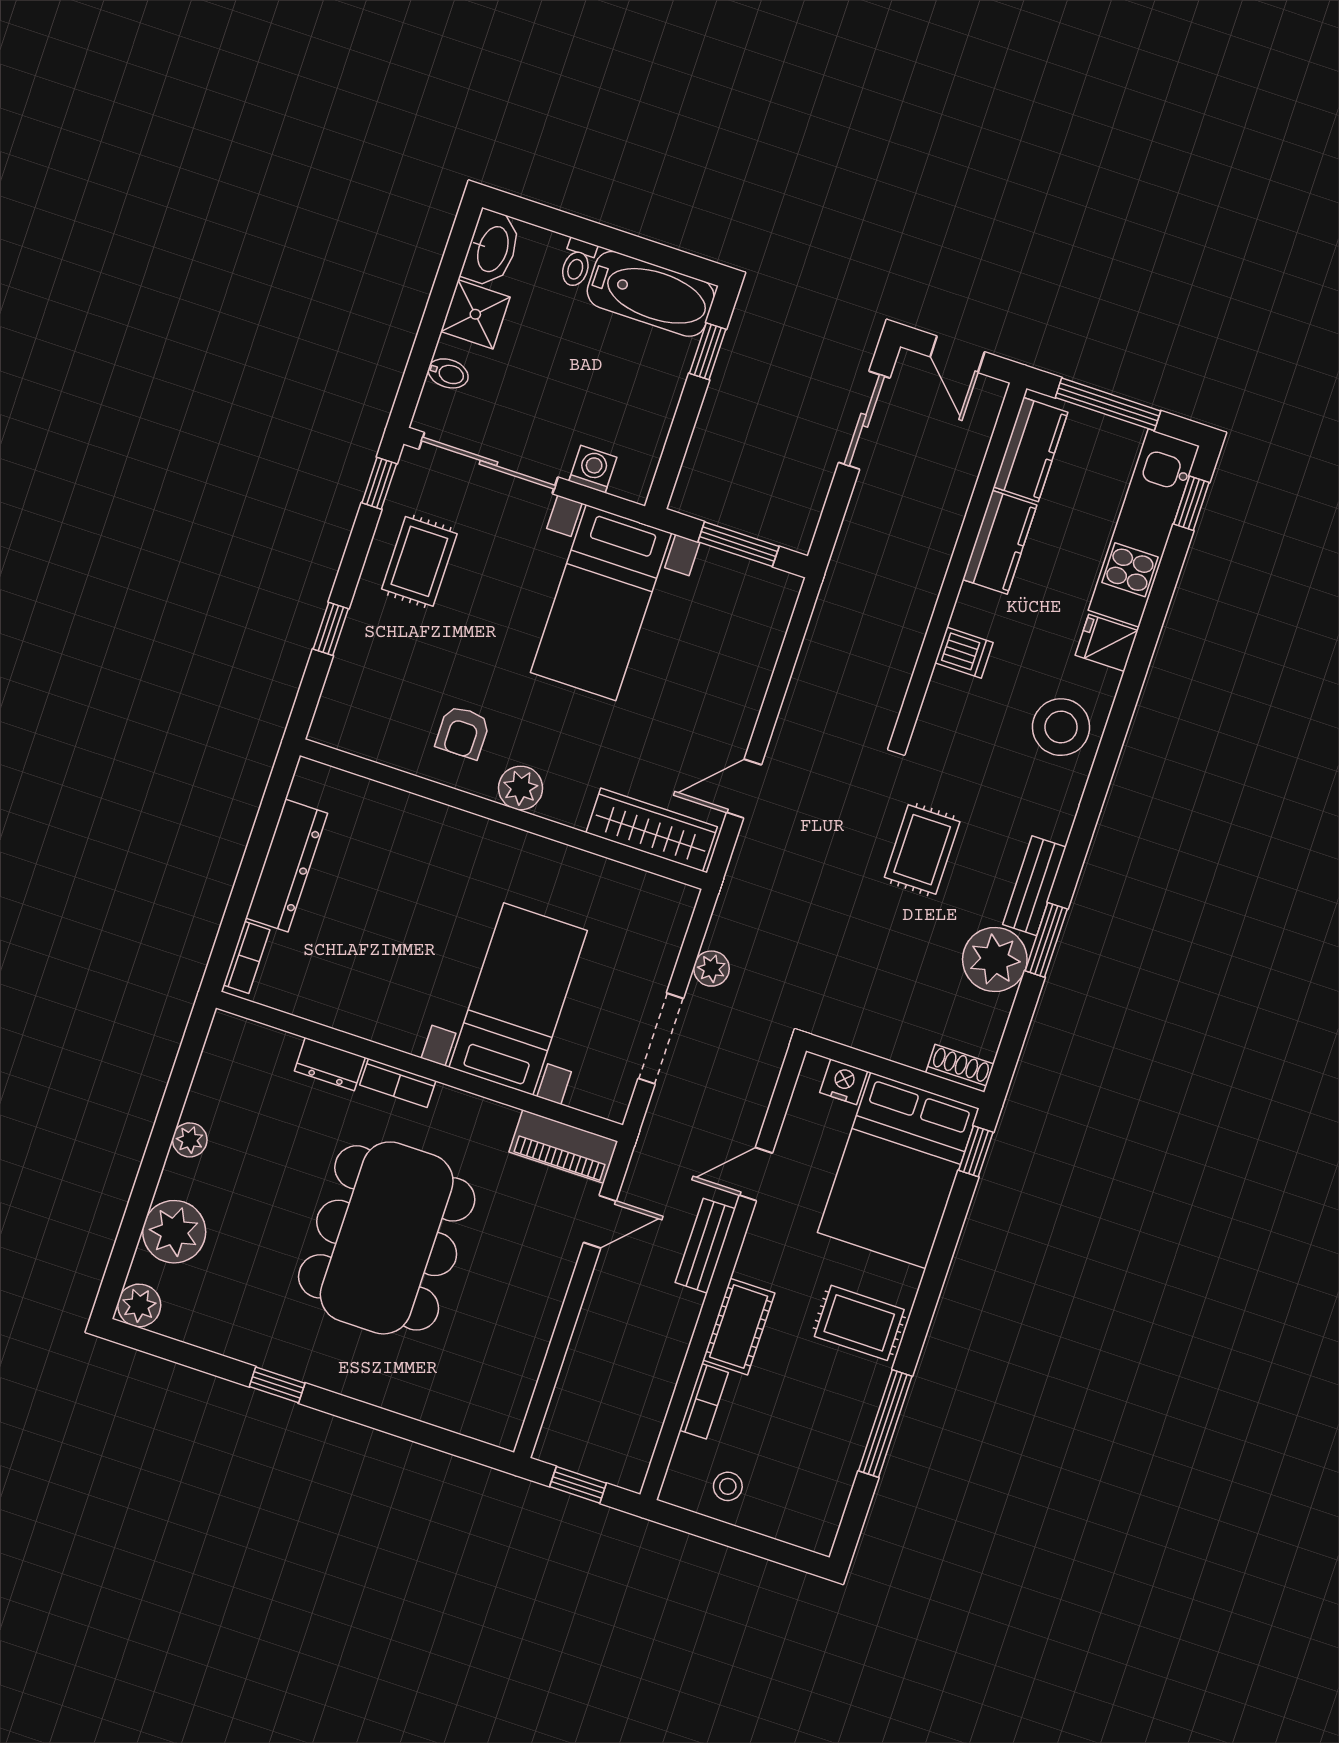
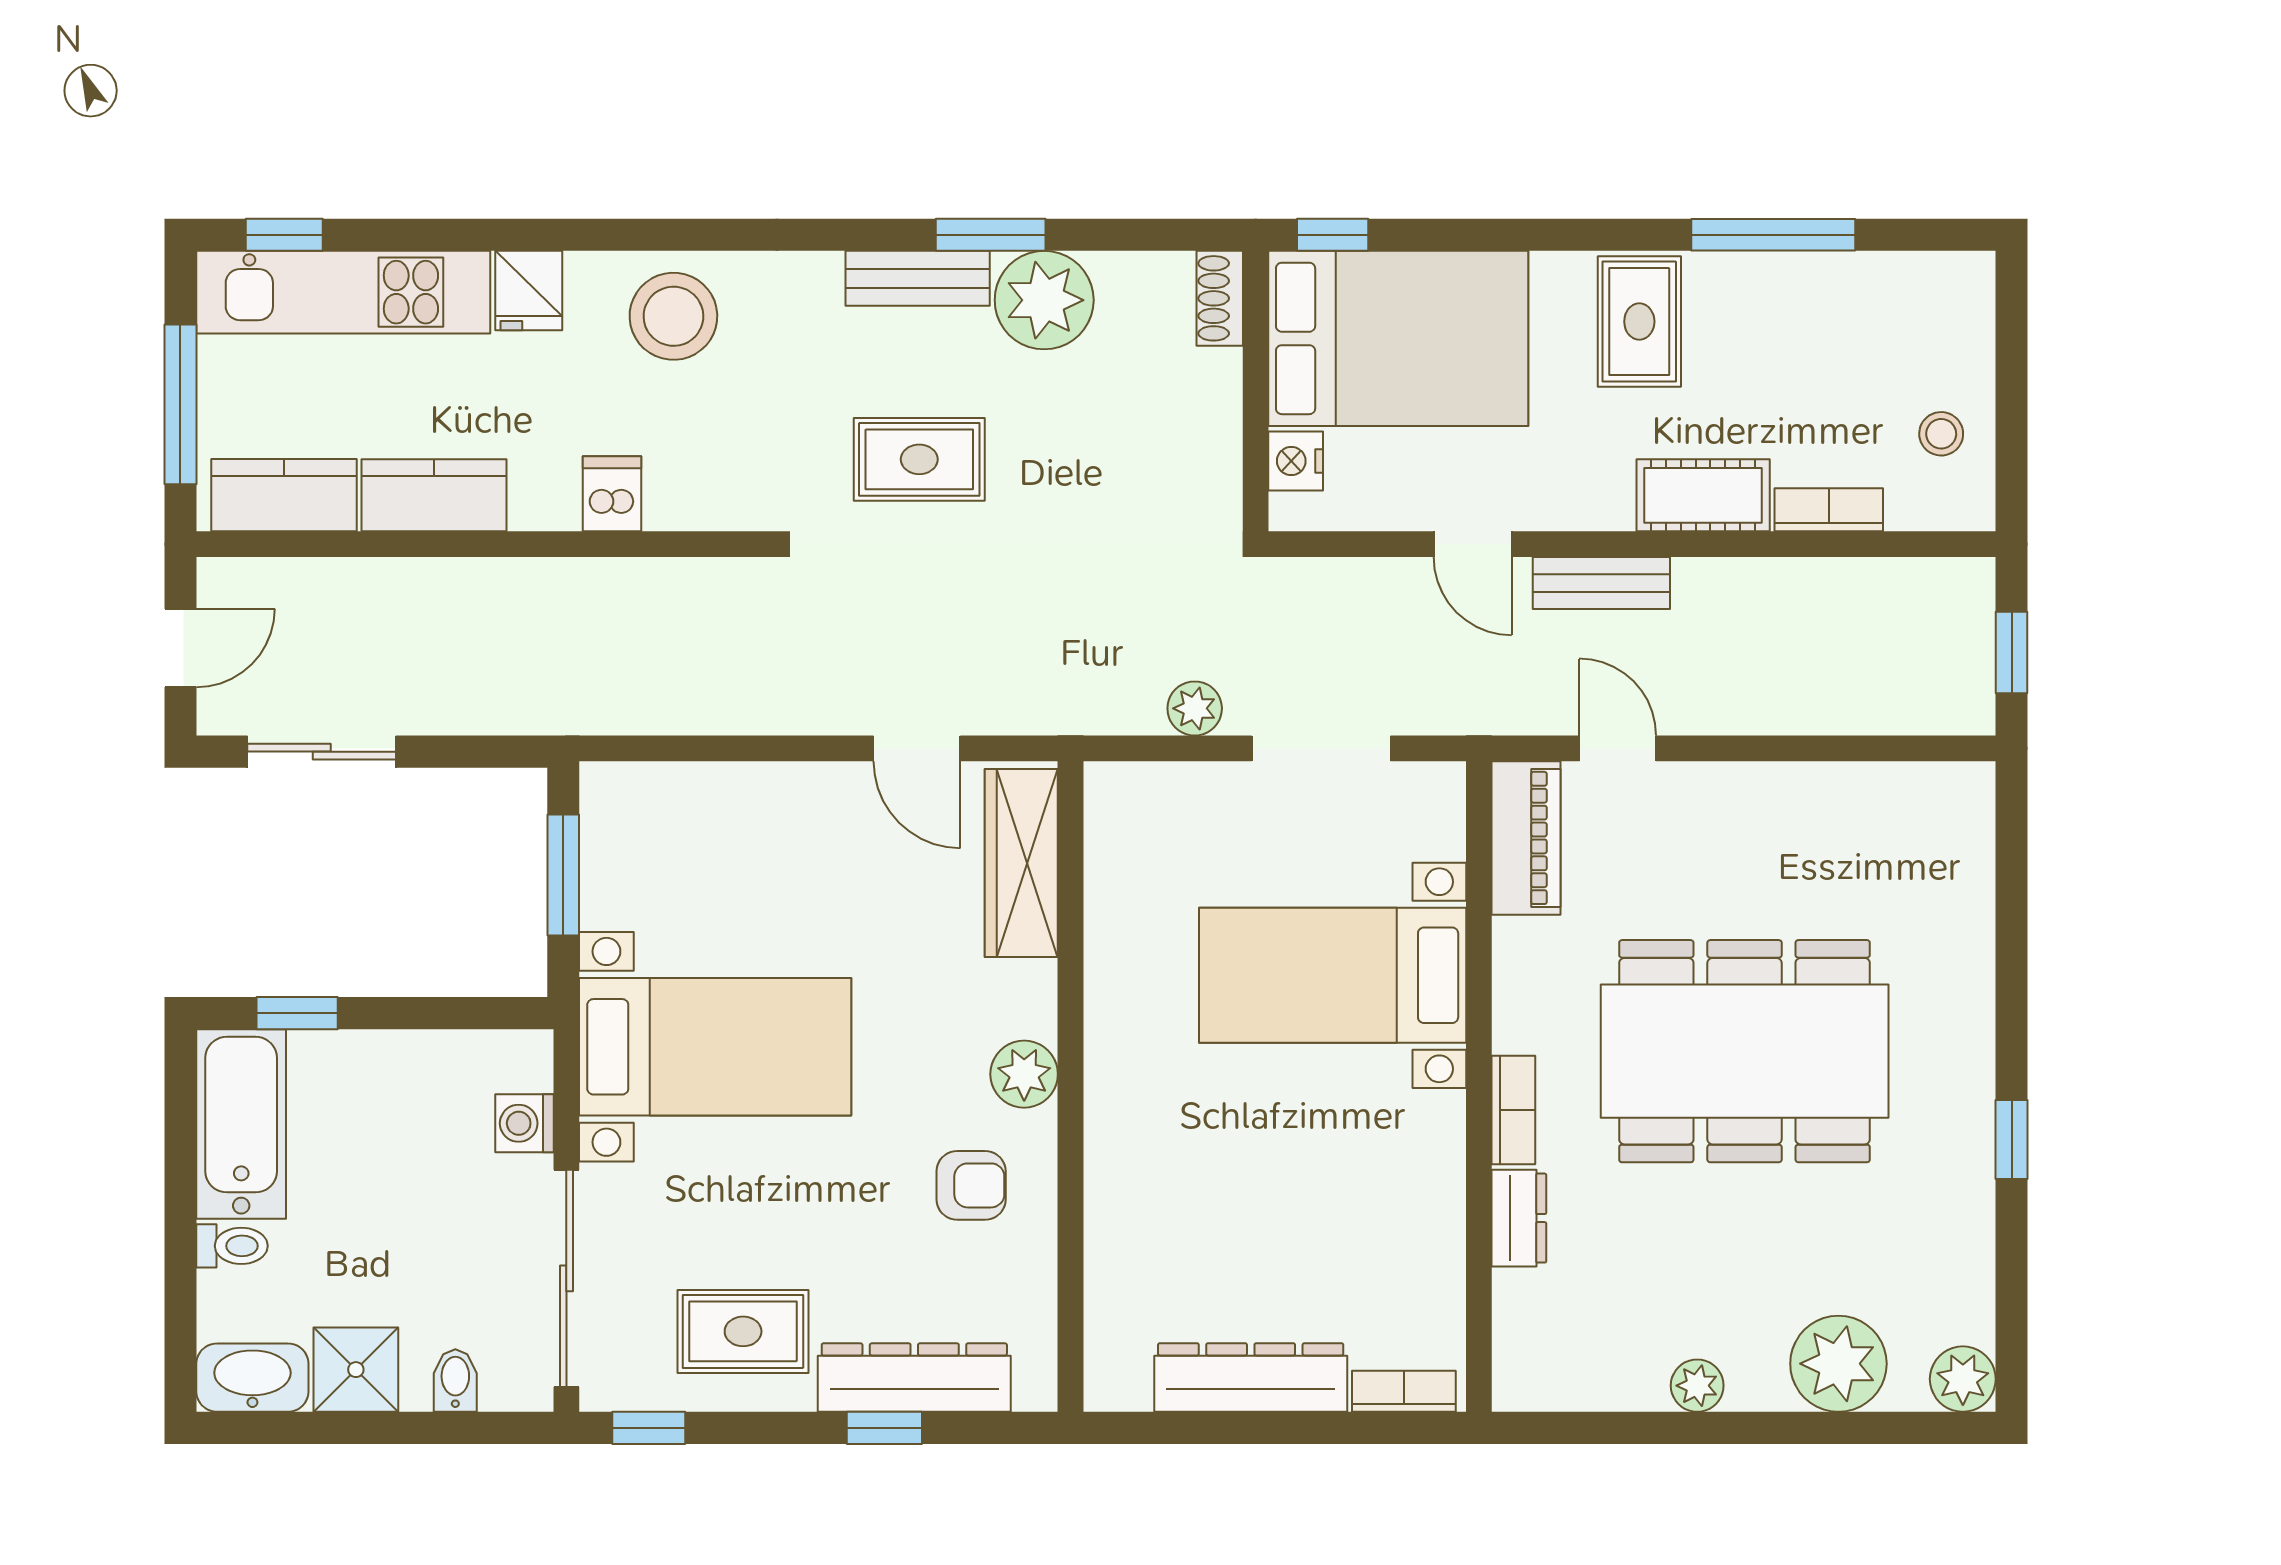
dresser: (356, 658) -> (914, 1378), added

